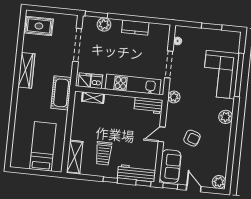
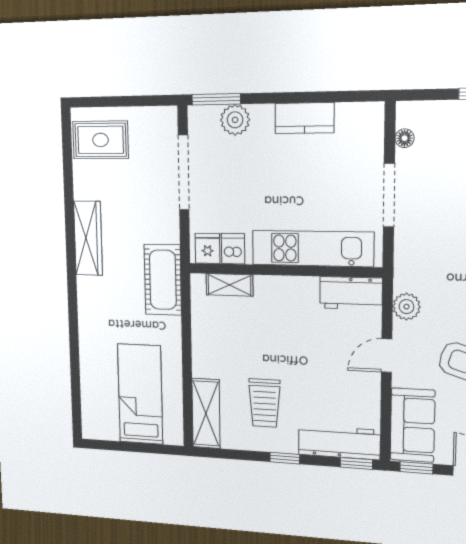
plant: (174, 97) -> (406, 307), moved

